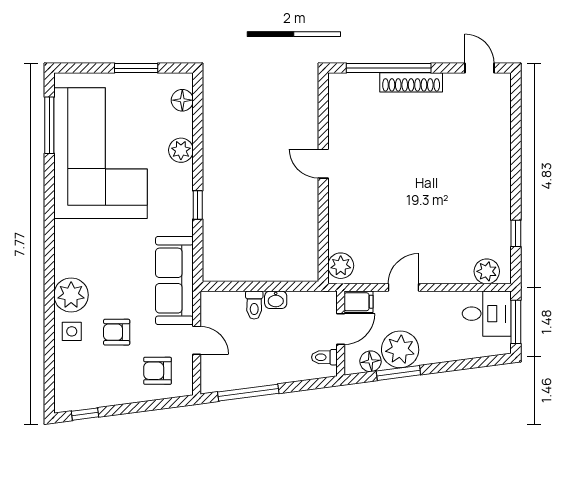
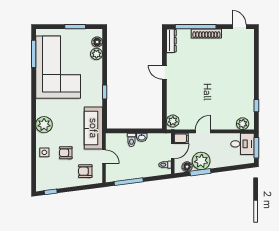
dresser: (338, 98) -> (171, 41), added
plant: (181, 150) -> (96, 54), moved
plant: (71, 295) -> (44, 125), moved

